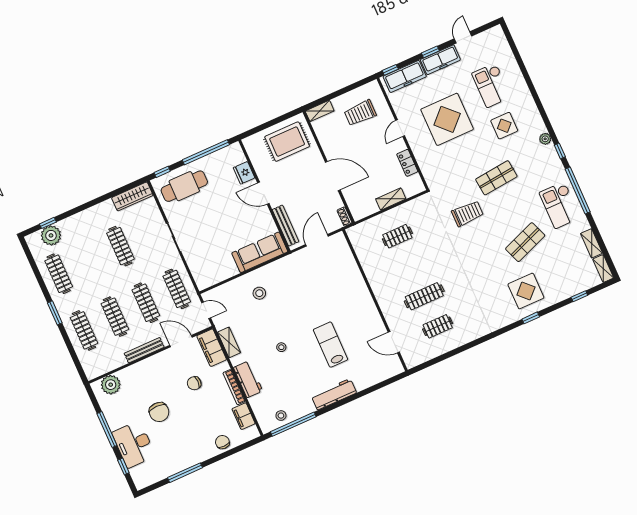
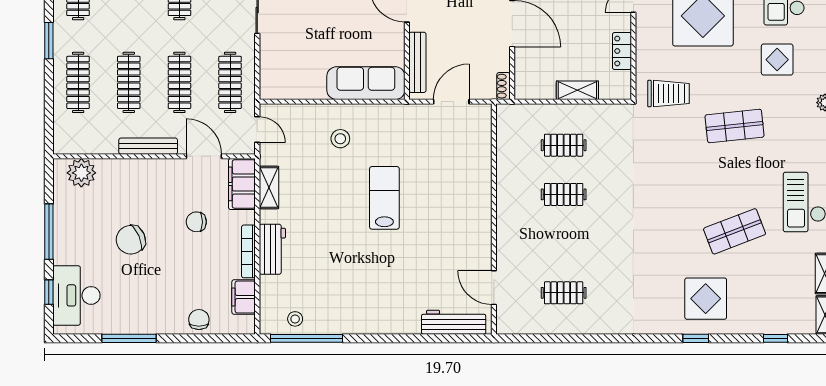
trolley: (467, 213) -> (668, 94), moved
clothes rail: (424, 296) -> (564, 194), moved, width x0.73
lab bench: (330, 345) -> (384, 198), moved
stool: (281, 347) -> (337, 226), removed
workbench: (334, 394) -> (454, 322), moved
chair: (159, 412) -> (131, 240), turned 66
desk: (134, 444) -> (76, 295), moved

